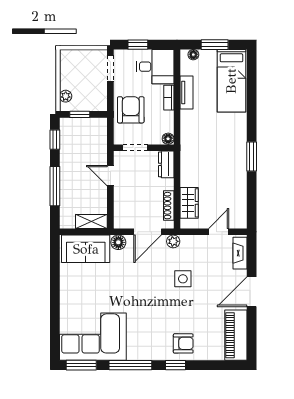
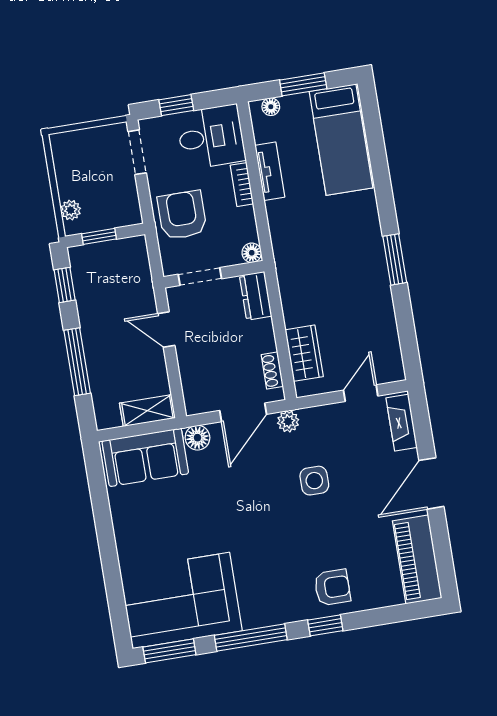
shoe rack: (169, 206) -> (272, 371), width x0.70

